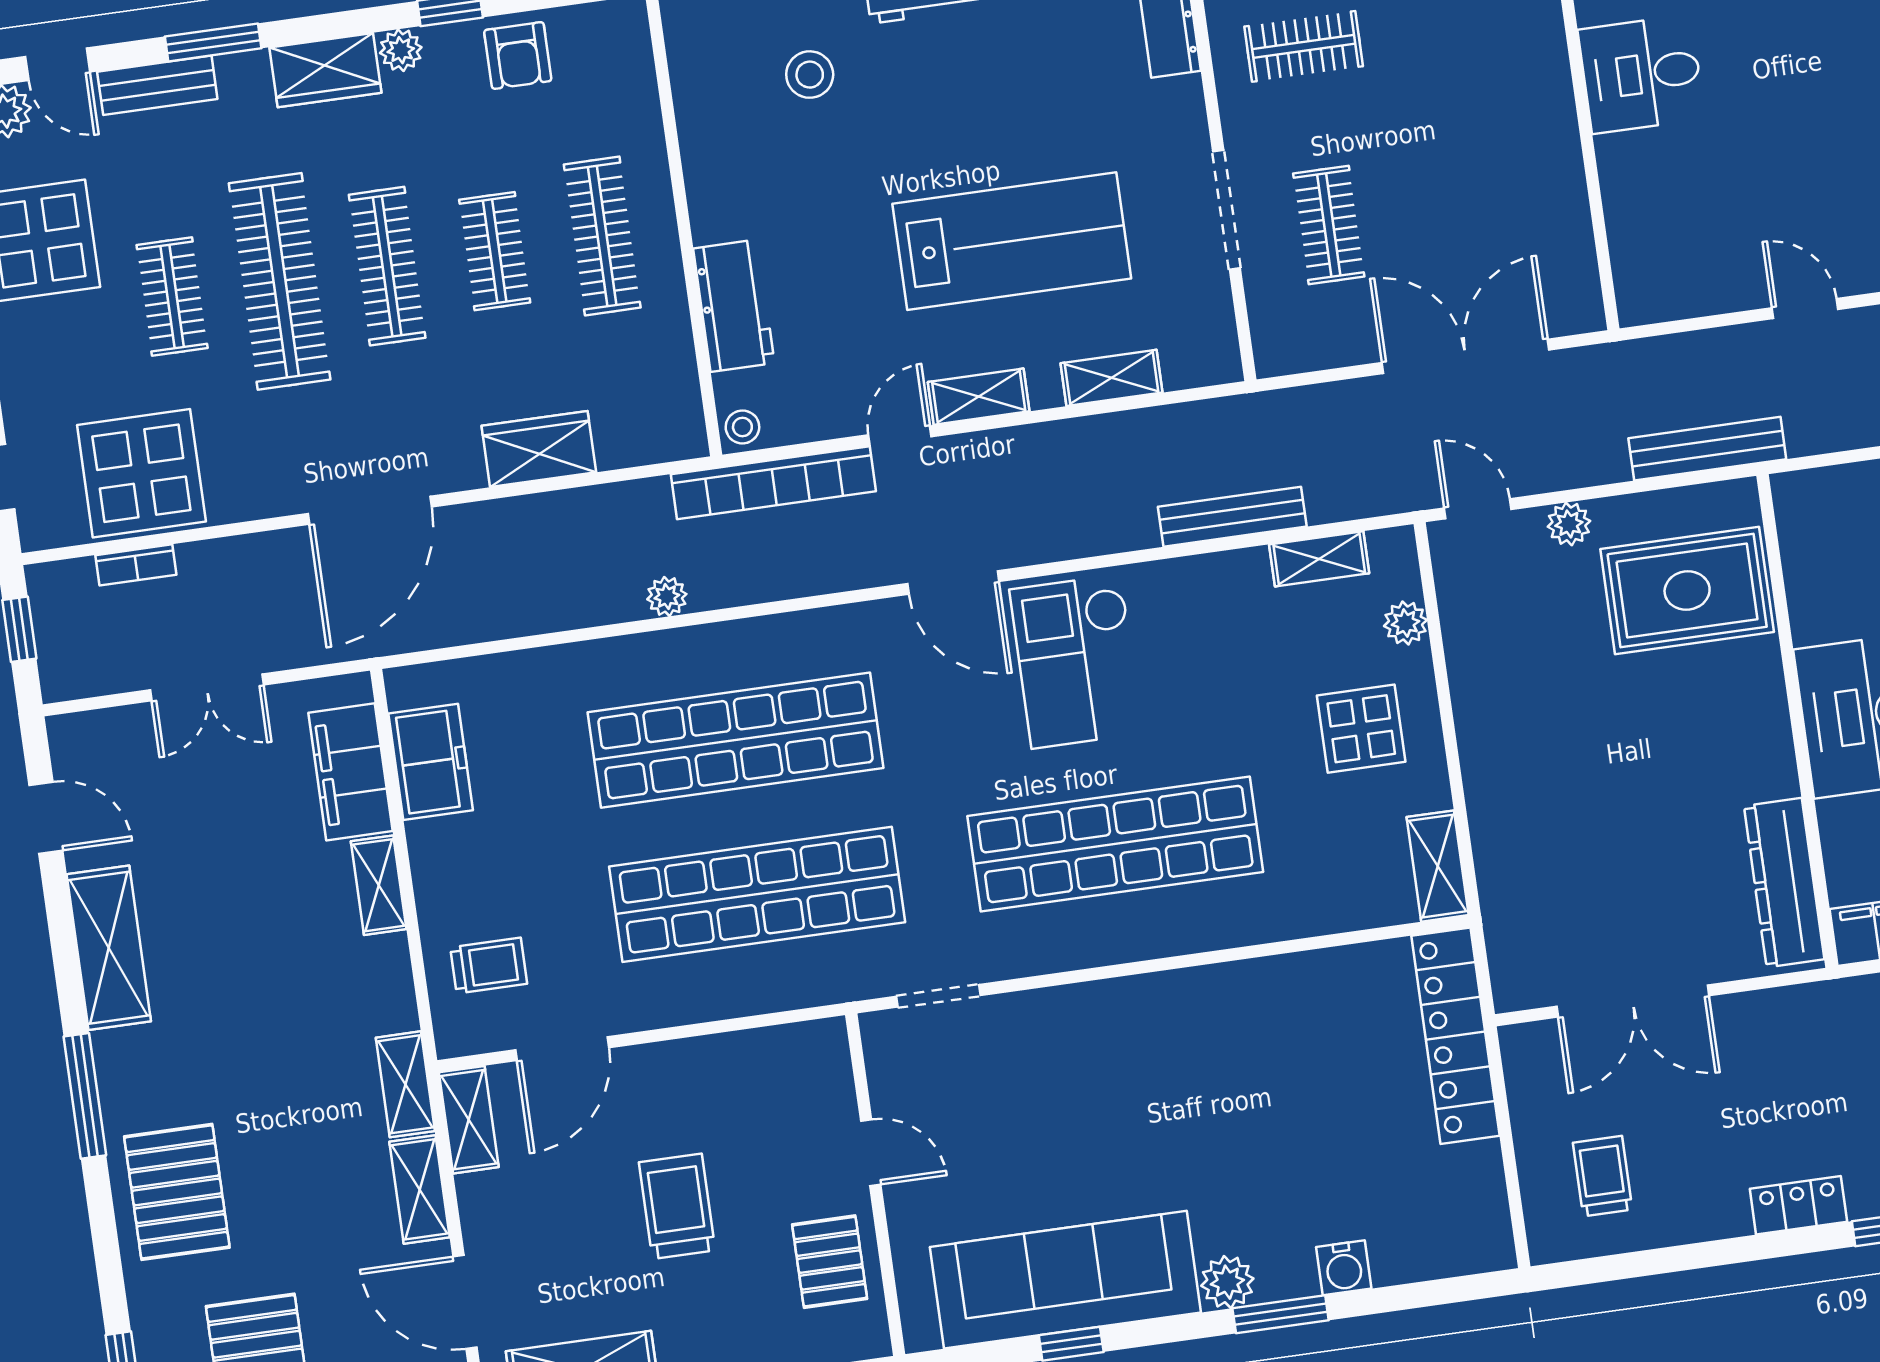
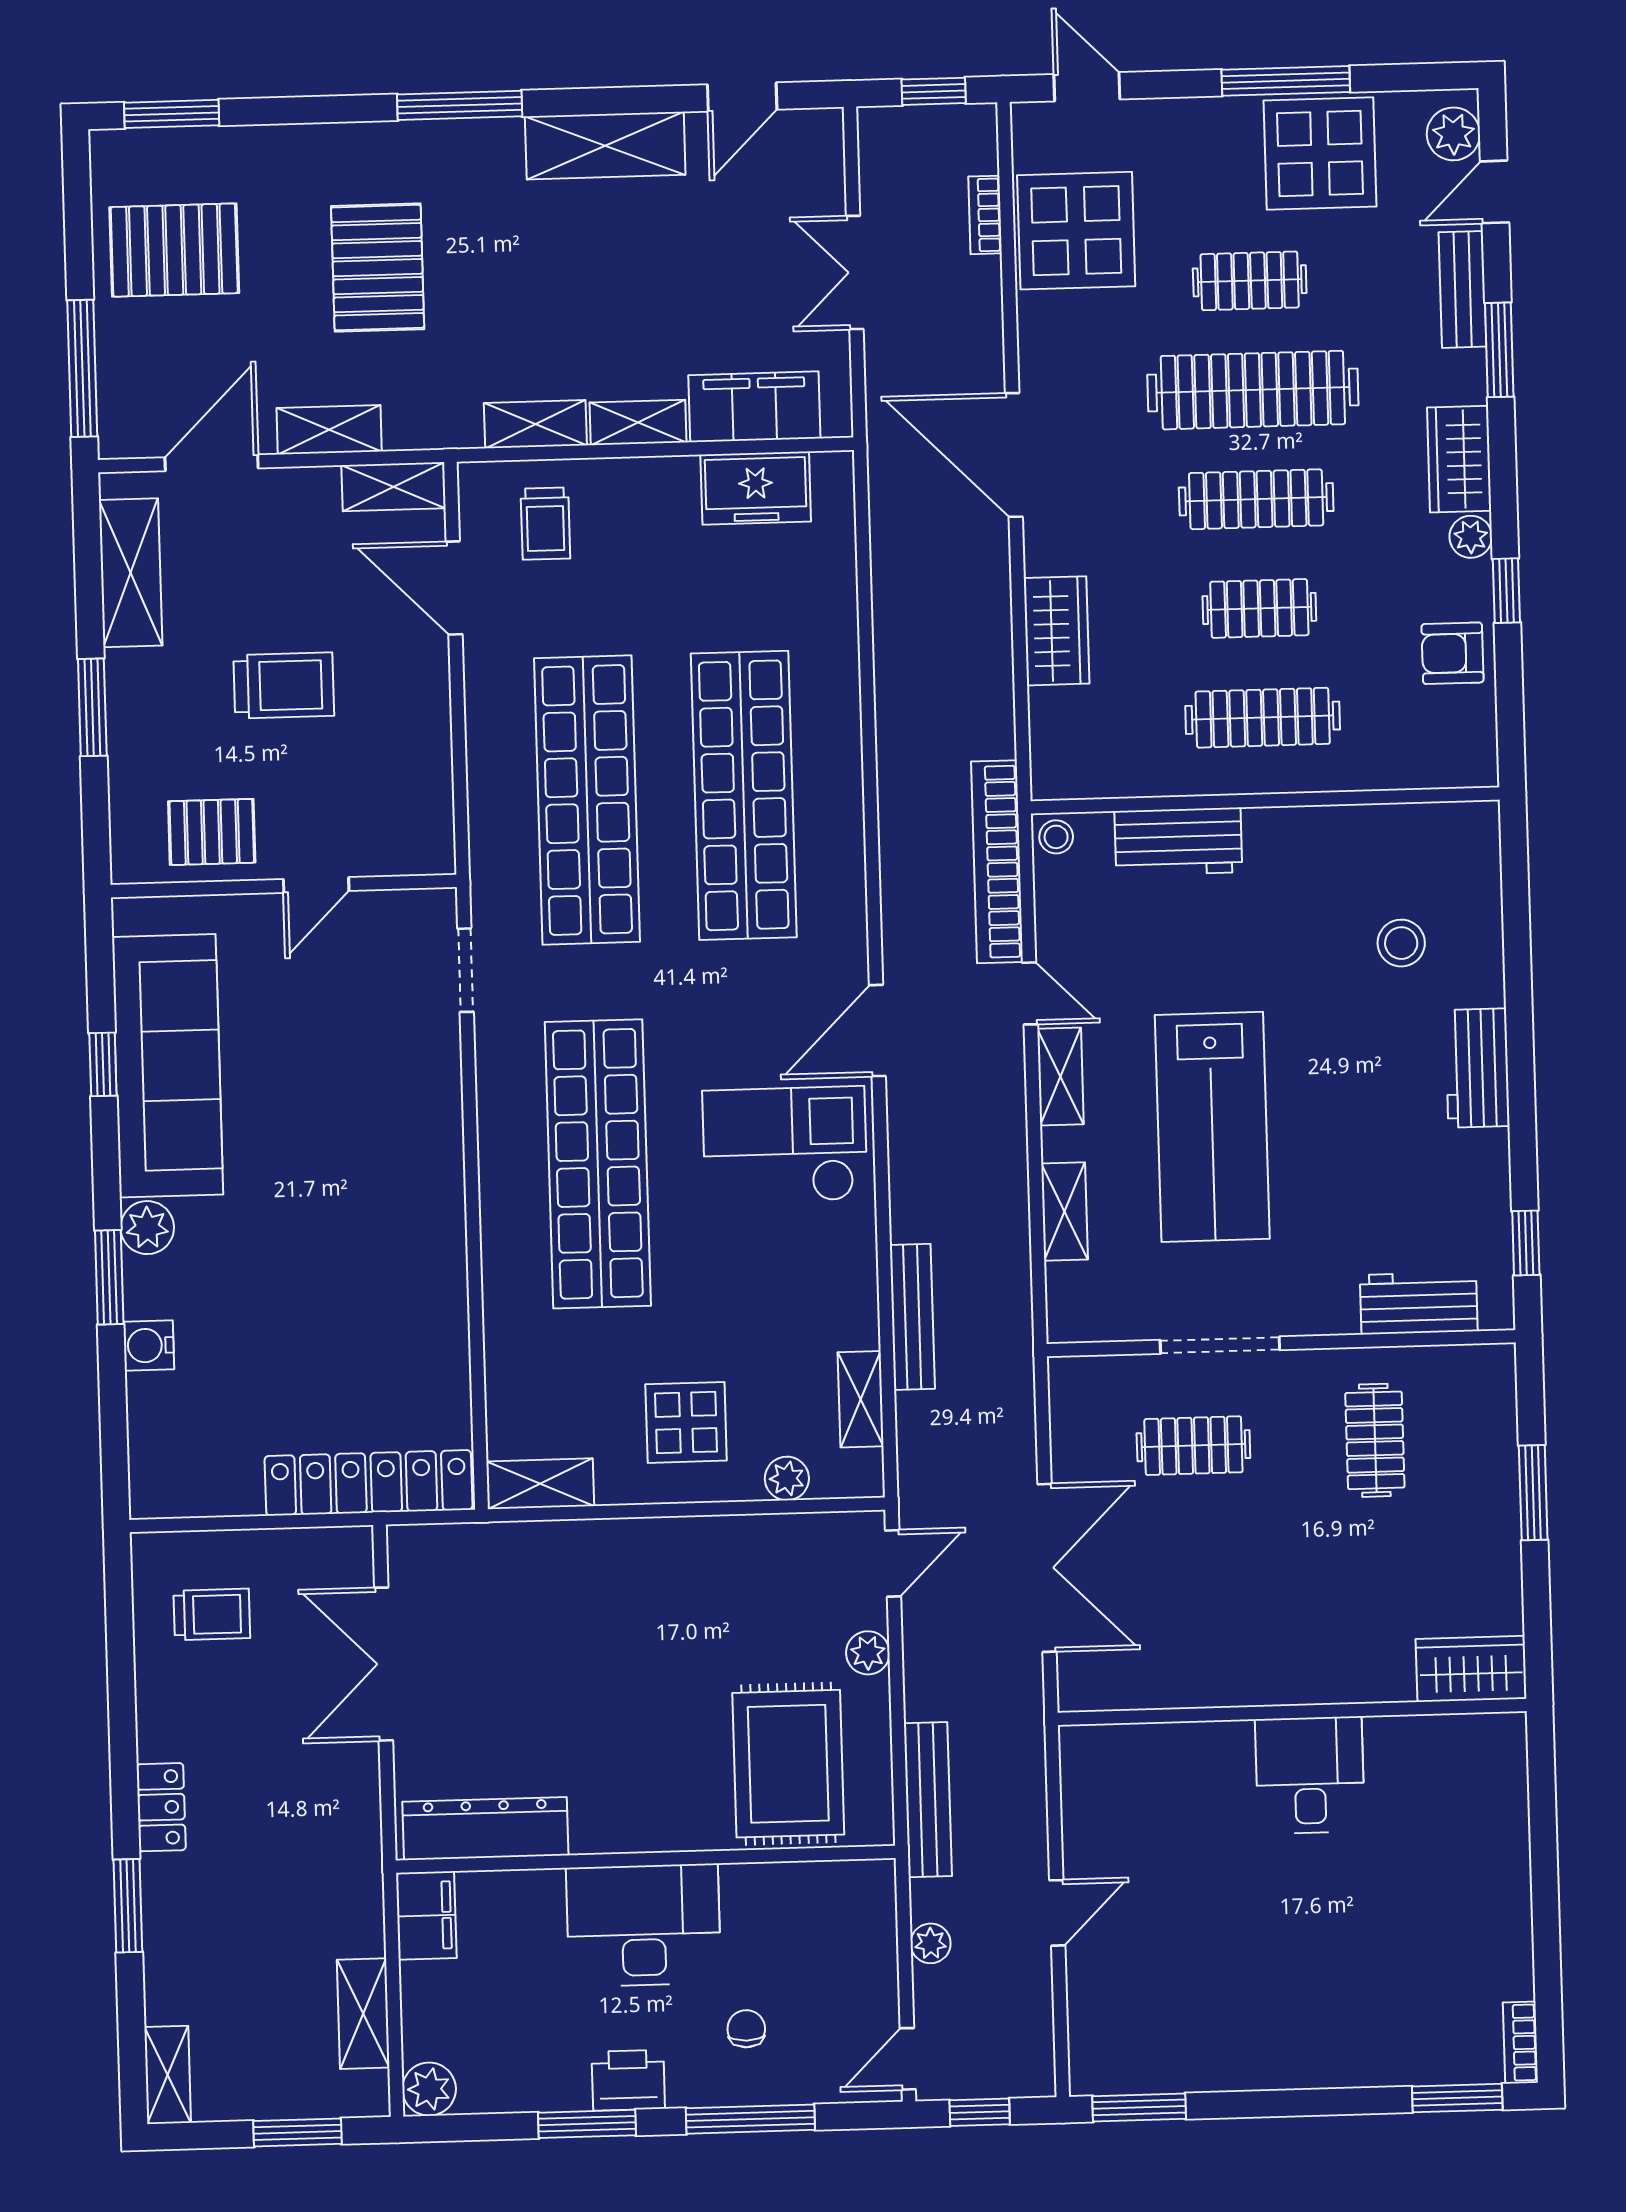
plant: (667, 597) -> (931, 1943), moved
shelving: (405, 1084) -> (535, 424), moved
pallet: (177, 1192) -> (378, 268), moved, turned 90

